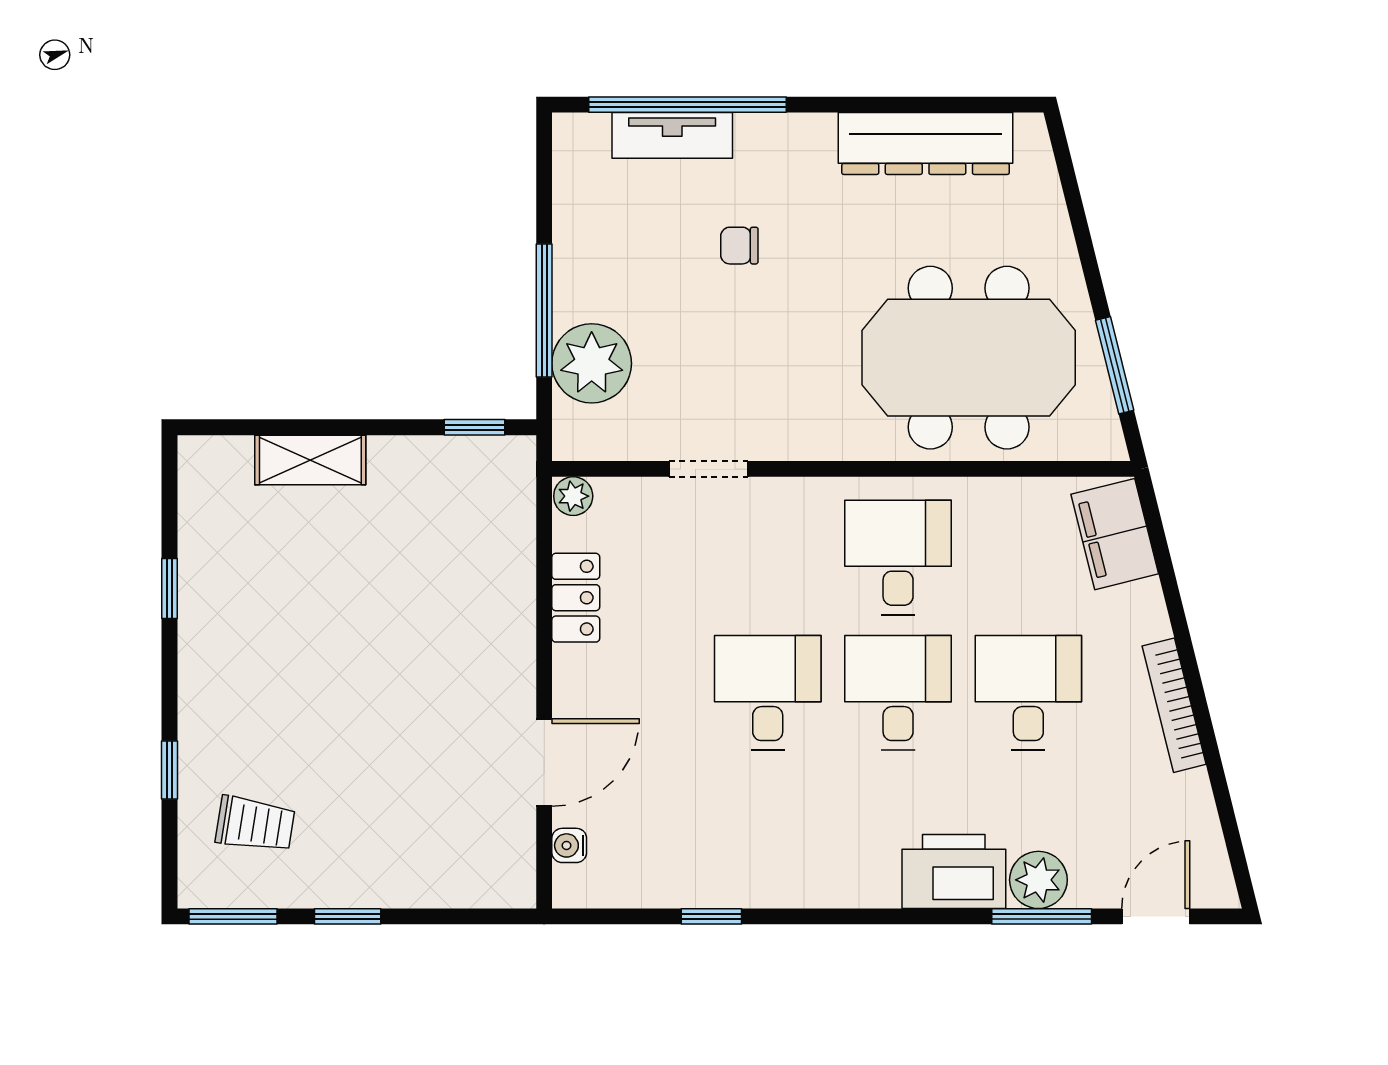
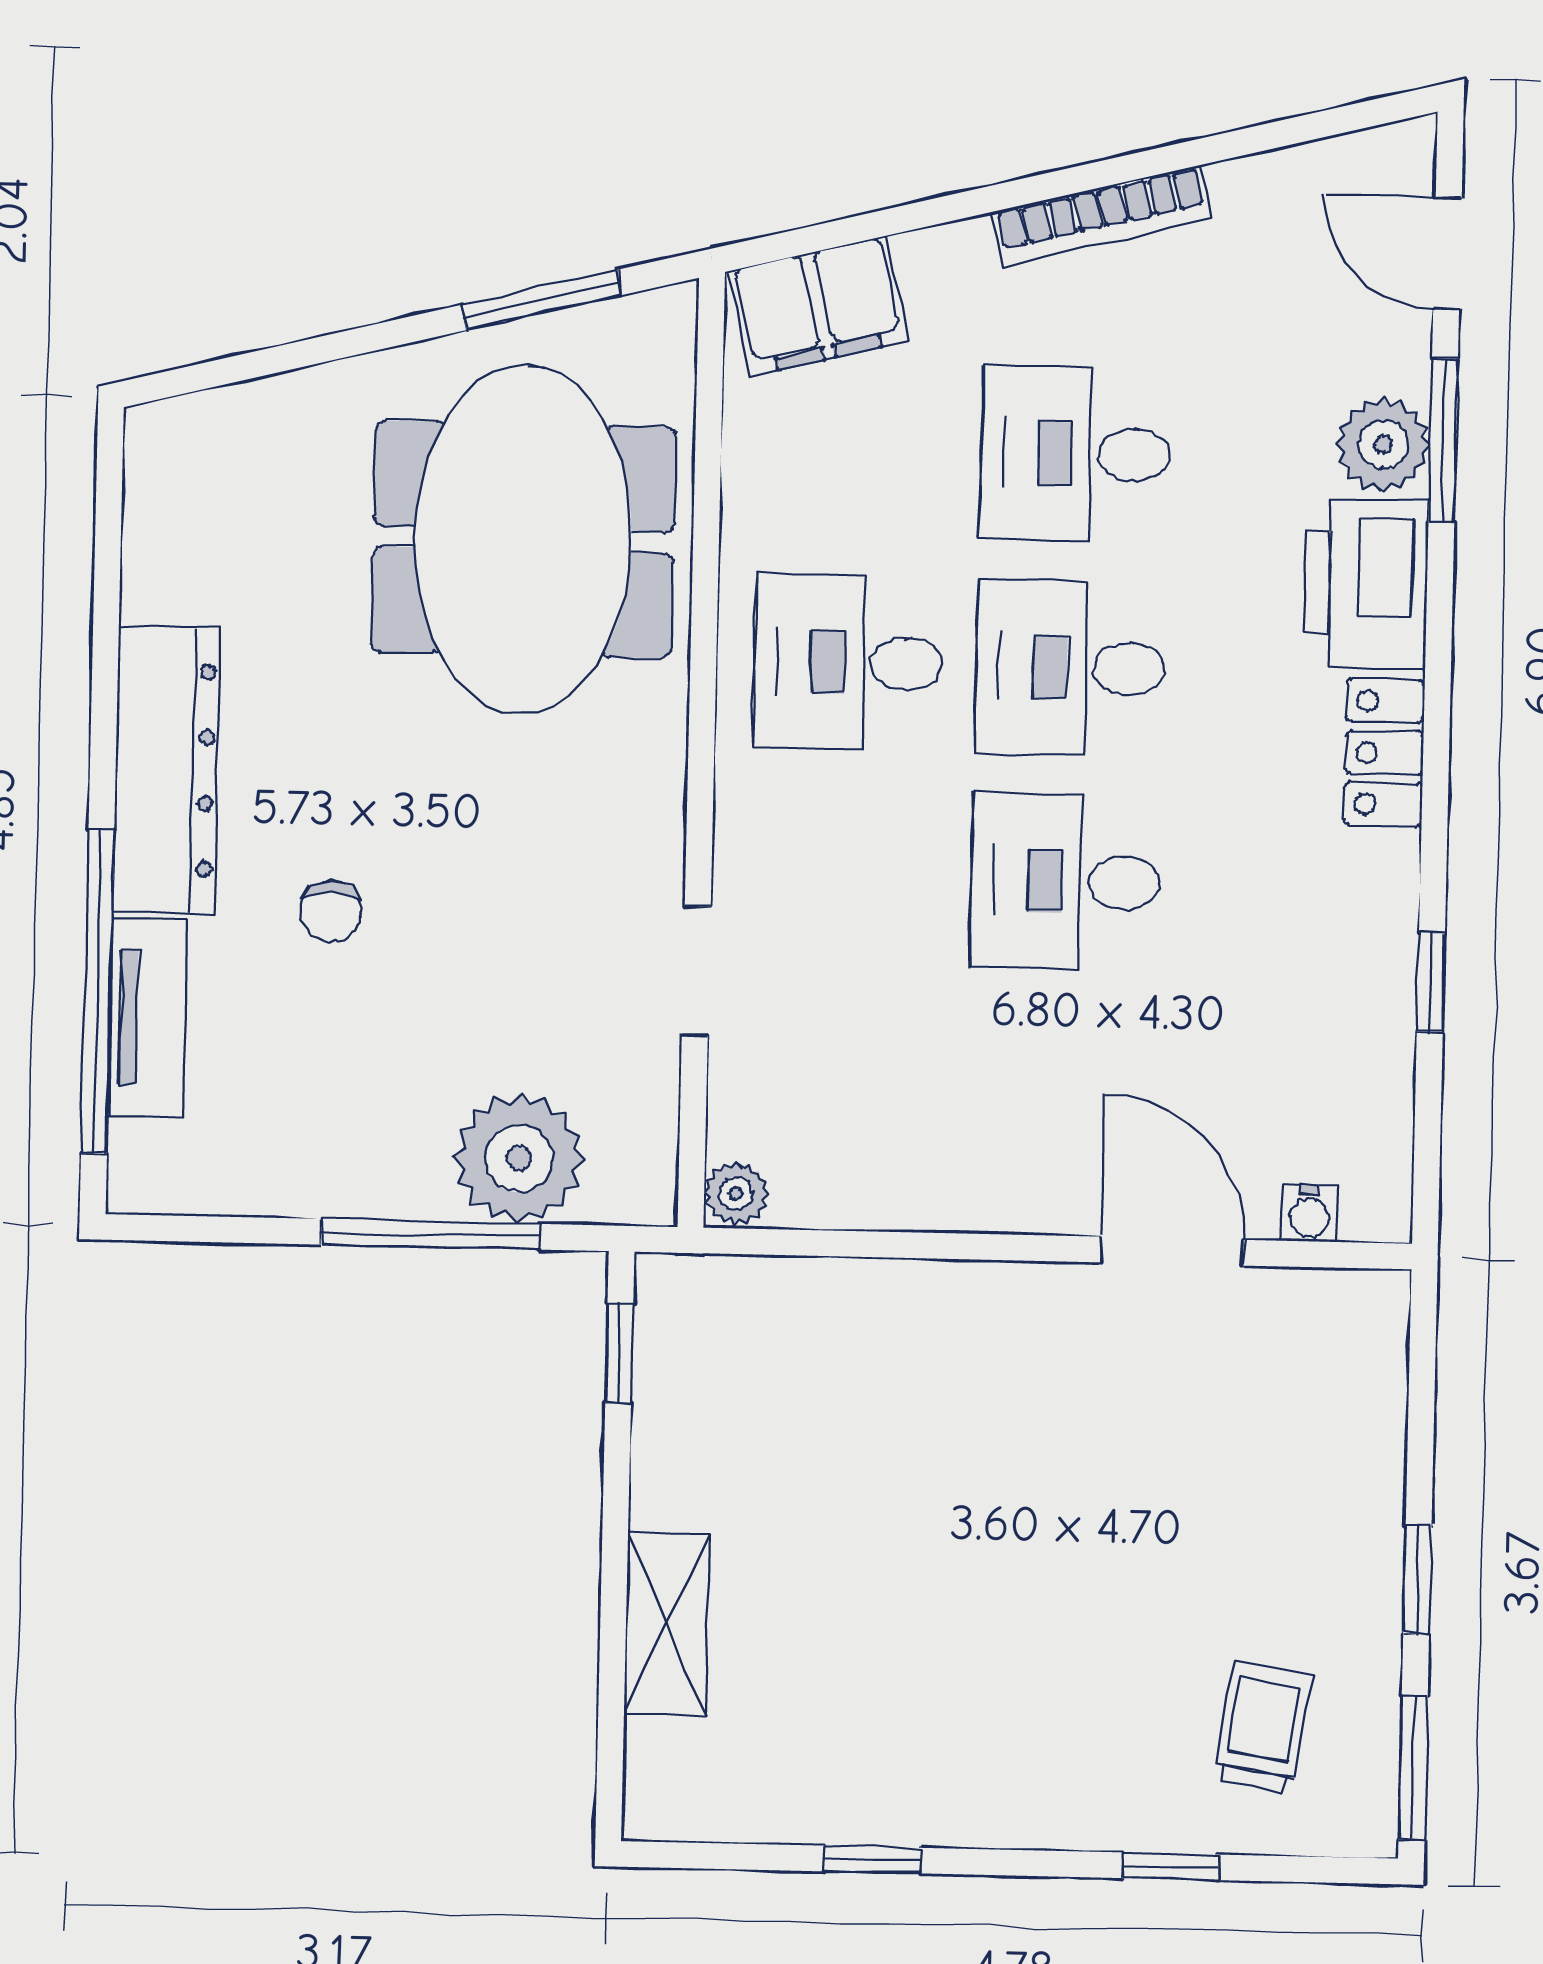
dresser: (926, 143) -> (166, 770), moved
locker: (576, 598) -> (1384, 752), moved, turned -90

